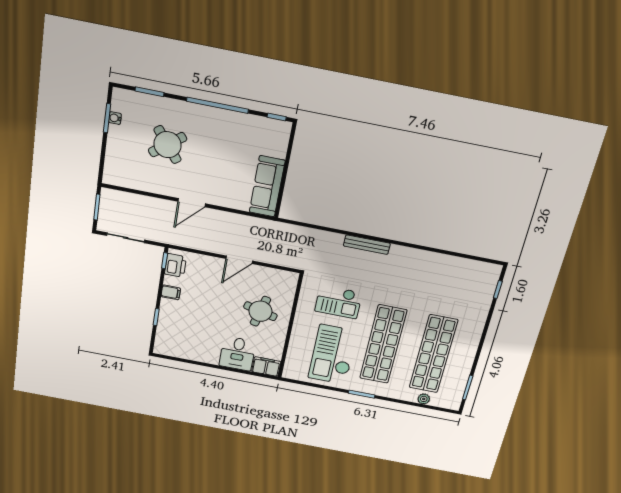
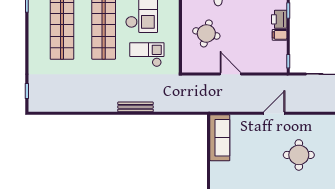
round table: (168, 145) -> (299, 155), turned 38
door: (239, 260) -> (231, 74), hinge flipped
printer: (175, 265) -> (279, 19), moved

